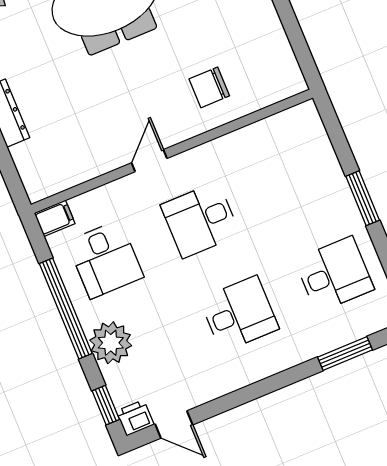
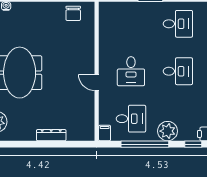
chair: (209, 87) -> (73, 13), moved
desk: (334, 274) -> (178, 24), turned 90
desk: (239, 314) -> (178, 71), turned 90

